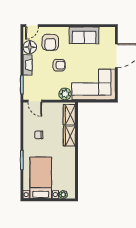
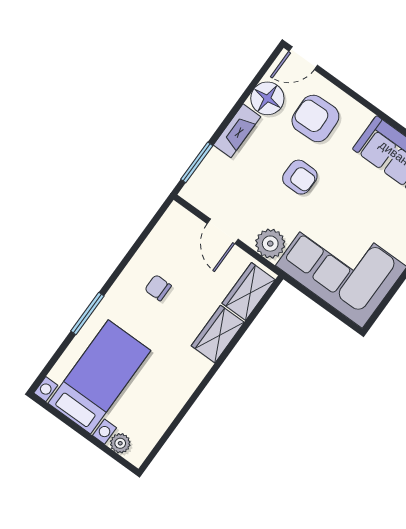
armchair: (50, 42) -> (315, 118), turned 88
door: (35, 101) -> (223, 231), moved

